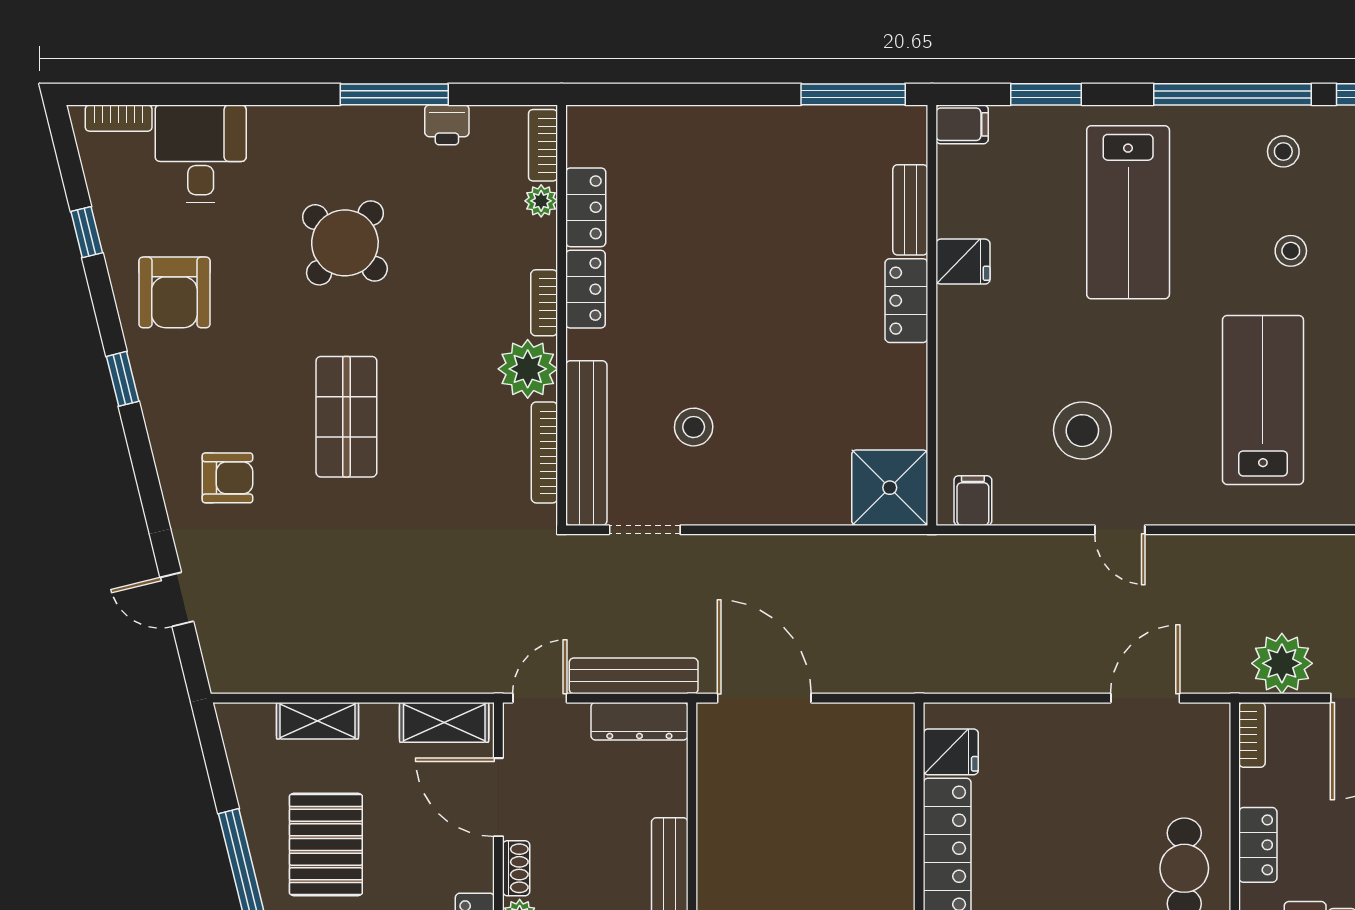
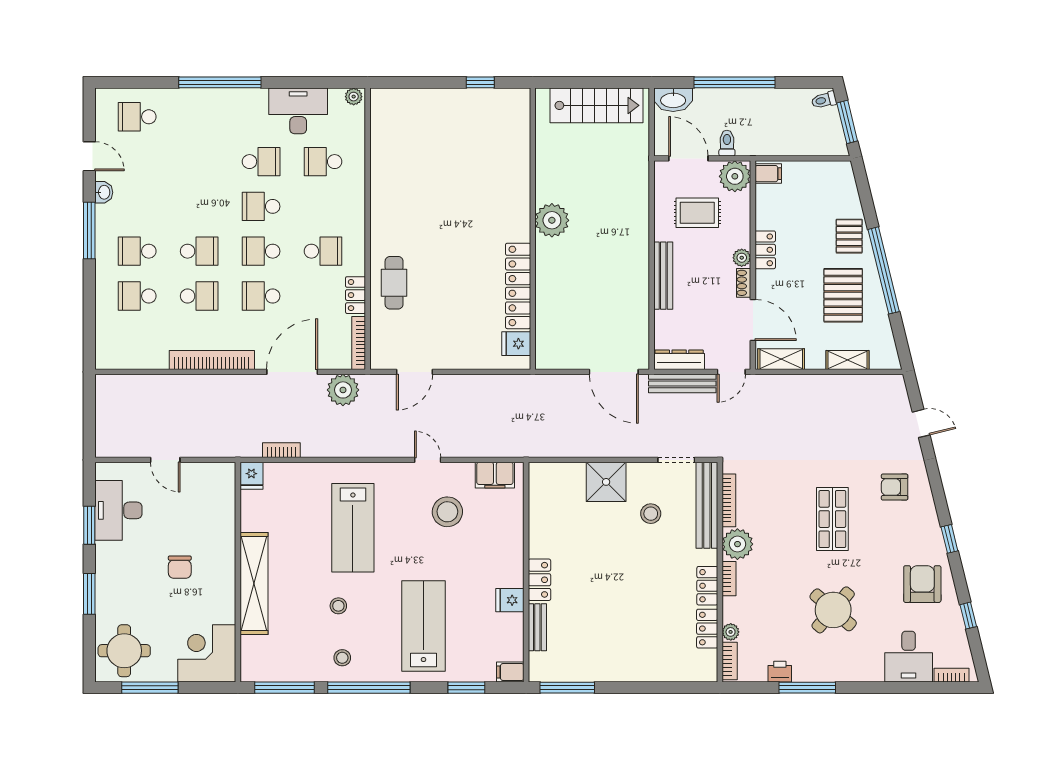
shower: (890, 488) -> (606, 482), moved
filing cabinet: (973, 501) -> (495, 475), width x2.00
bookcase: (1252, 735) -> (359, 343), width x1.56

